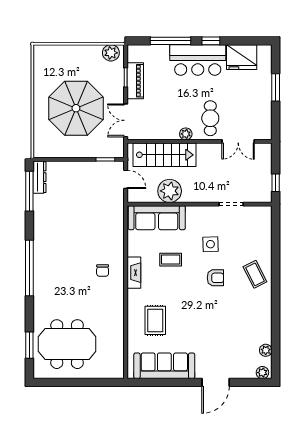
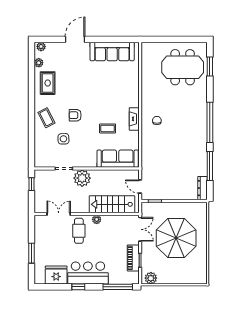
window: (170, 41) -> (118, 287), moved
window: (29, 191) -> (210, 166), moved
plant: (170, 191) -> (82, 178), moved
side table: (210, 244) -> (63, 139), moved
rug: (155, 320) -> (48, 83), moved

